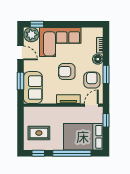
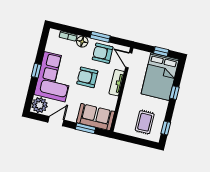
window: (37, 24) -> (36, 71), moved
armchair: (67, 72) -> (87, 77), turned 90
window: (106, 120) -> (161, 52), moved
window: (72, 153) -> (174, 93), width x0.32

